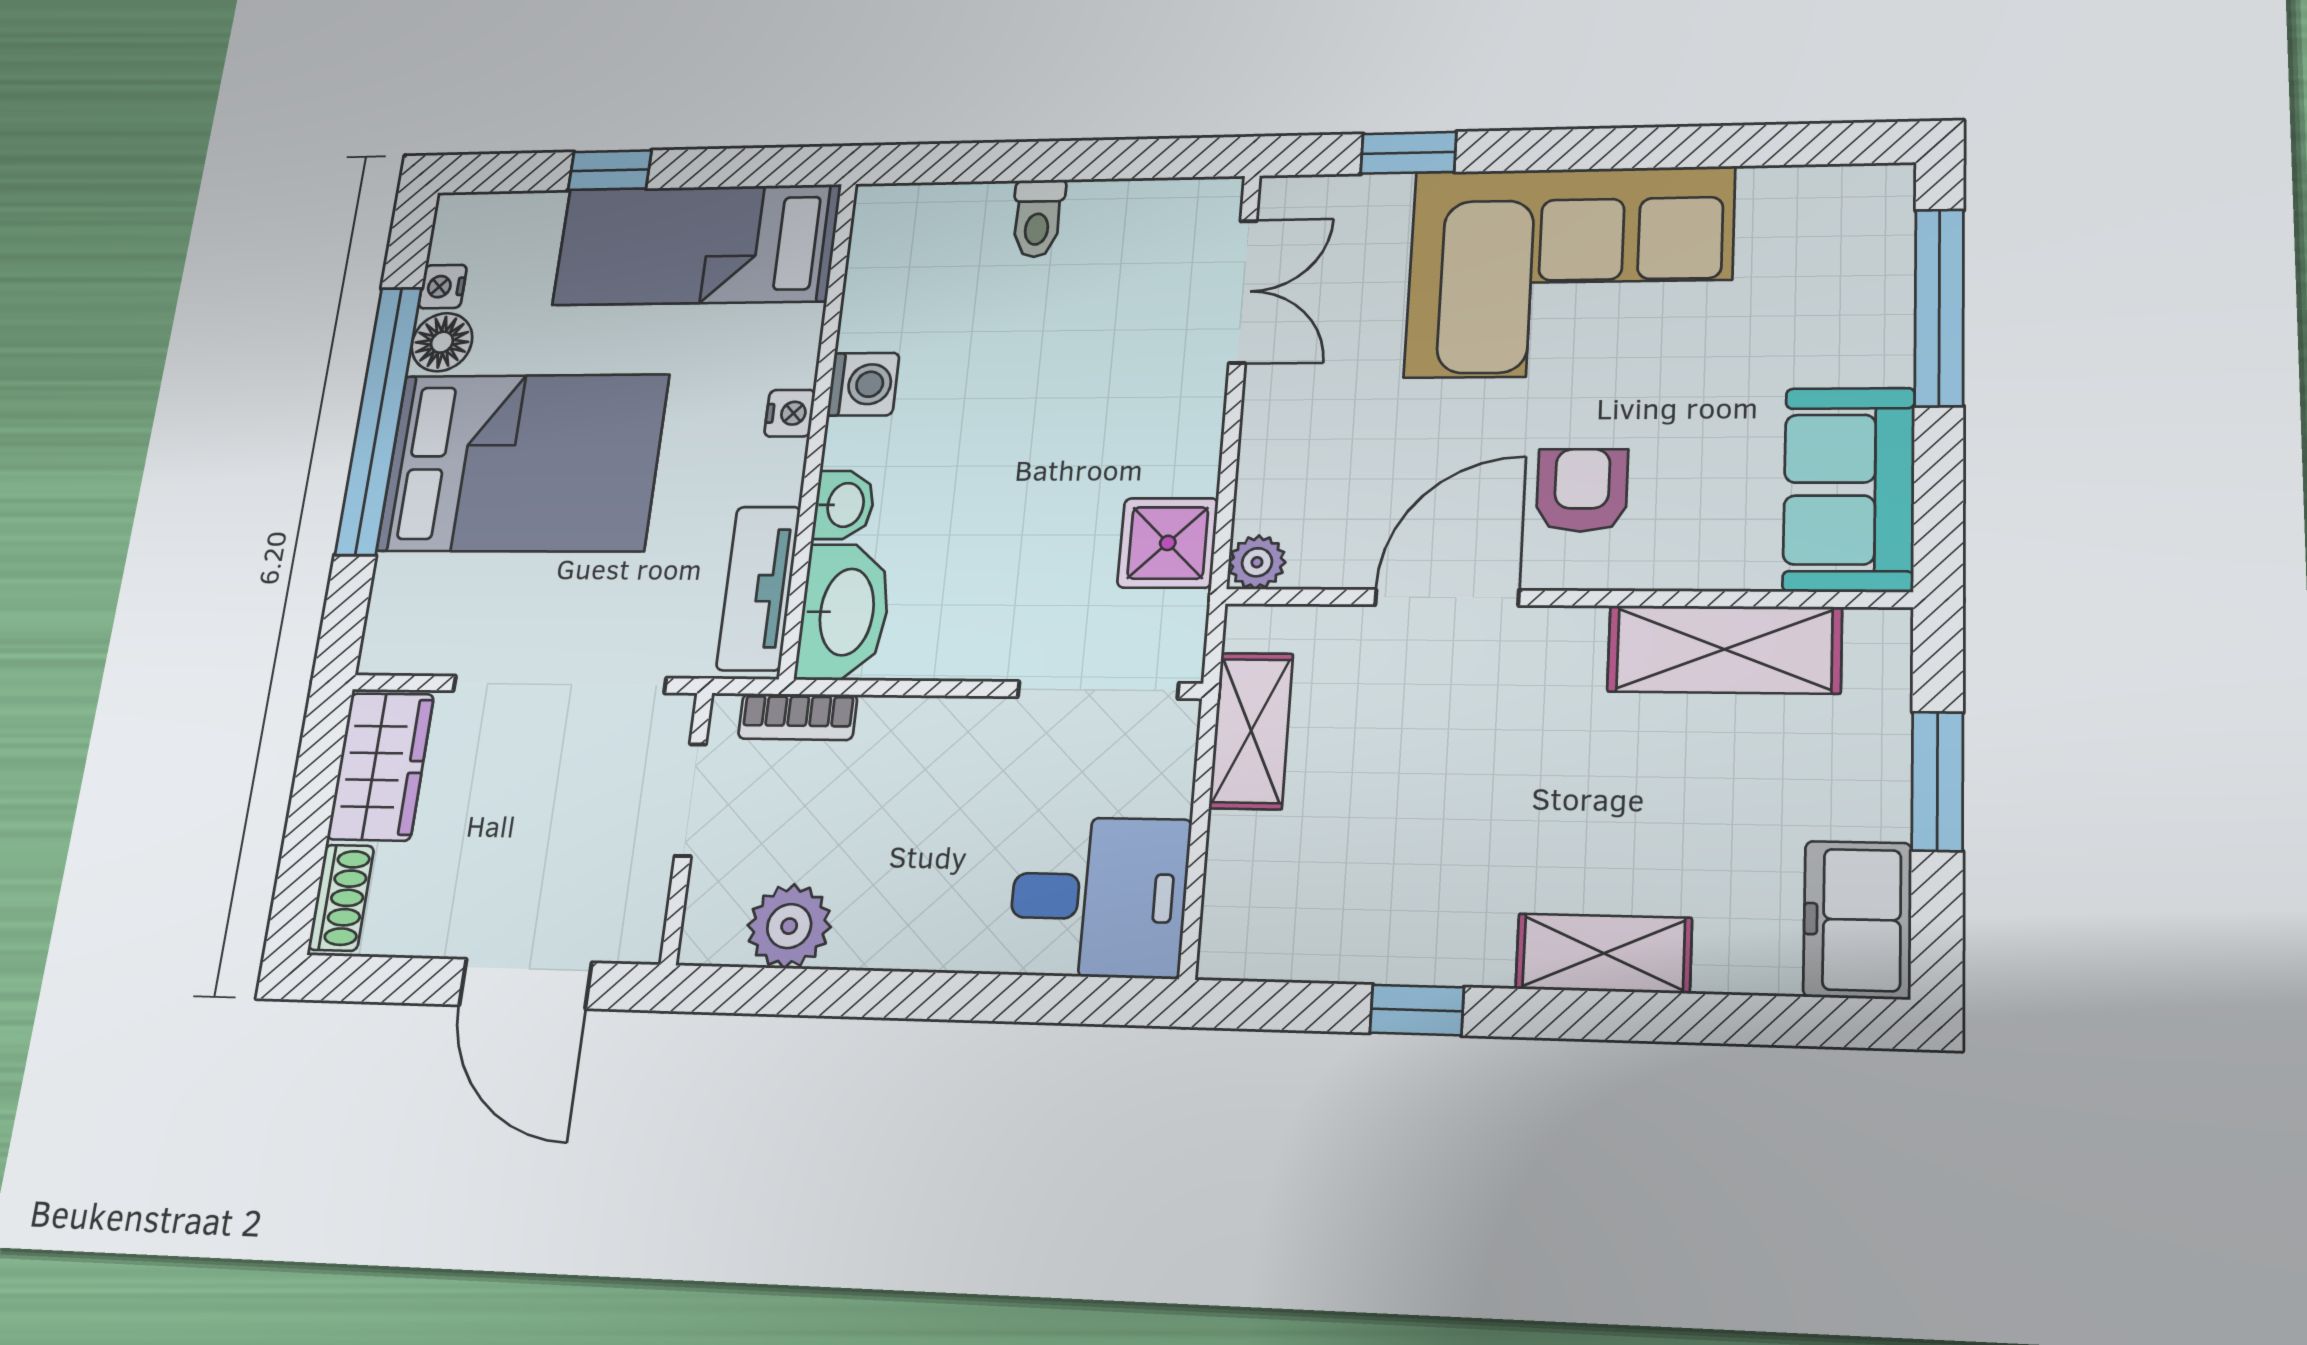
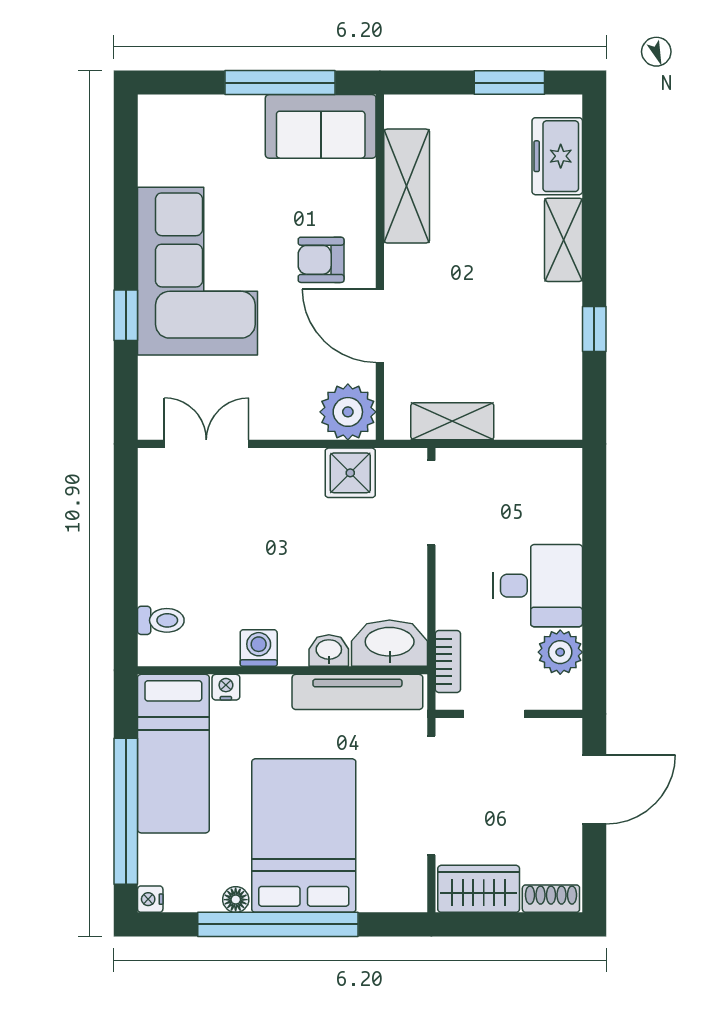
window: (1408, 153) -> (126, 315), moved
window: (610, 170) -> (126, 811), width x3.17
toilet: (1038, 218) -> (161, 620), moved
nightstand: (443, 287) -> (150, 899), moved, turned 90
window: (1939, 307) -> (280, 83), moved
floor lamp: (442, 342) -> (236, 900), width x0.73, depth x0.73
nightstand: (790, 413) -> (226, 687), moved
plant: (1257, 562) -> (348, 412), width x1.87, depth x1.87
tv unit: (759, 588) -> (357, 692), width x1.41
window: (1937, 781) -> (509, 83), moved
desk: (1099, 897) -> (538, 586), moved, turned 90
freezer: (1858, 920) -> (557, 156), moved, turned 90

